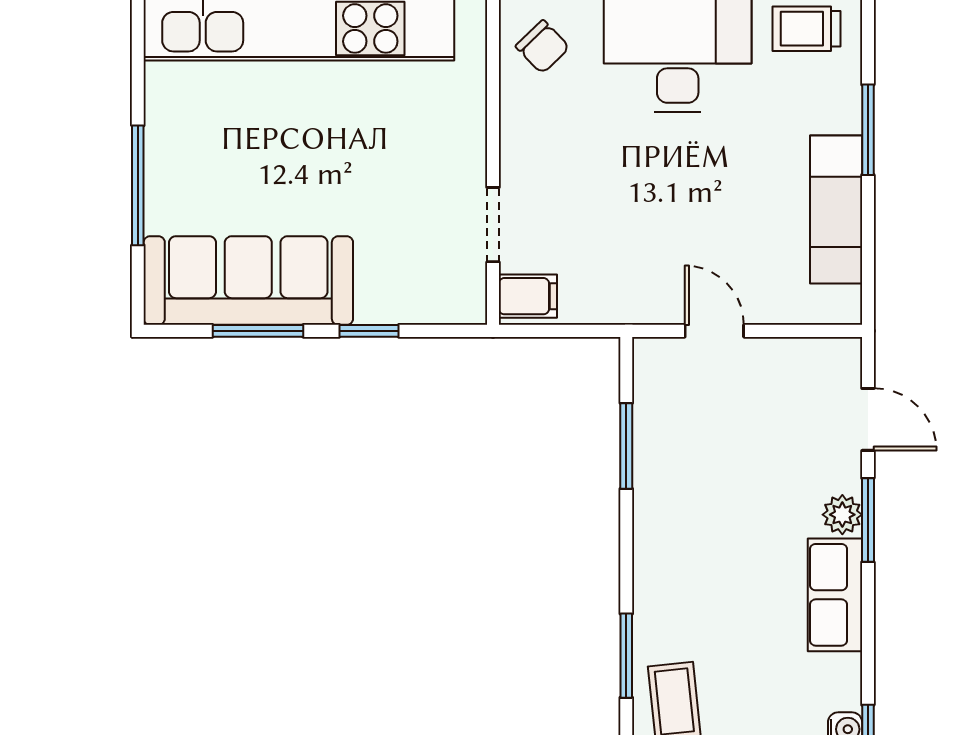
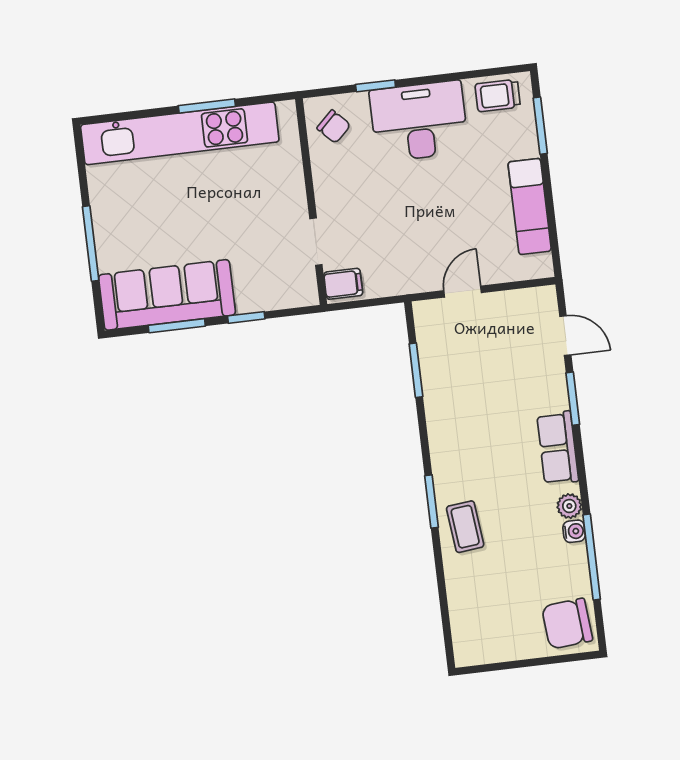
window: (868, 130) -> (540, 126), moved
door: (714, 331) -> (463, 292), hinge flipped
plant: (842, 515) -> (569, 506), moved

